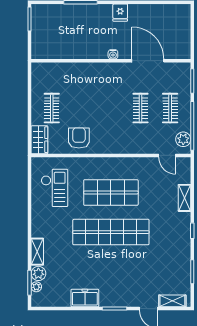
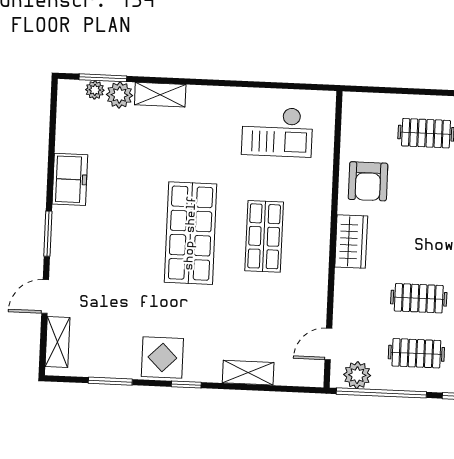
armchair: (79, 138) -> (368, 181), turned 90
wardrobe: (39, 140) -> (351, 241), moved, turned -90
shop shelf: (111, 192) -> (264, 236), width x0.70, depth x0.74
shop shelf: (111, 232) -> (191, 233), width x0.71
display table: (178, 244) -> (162, 358), added

